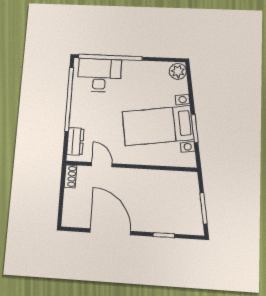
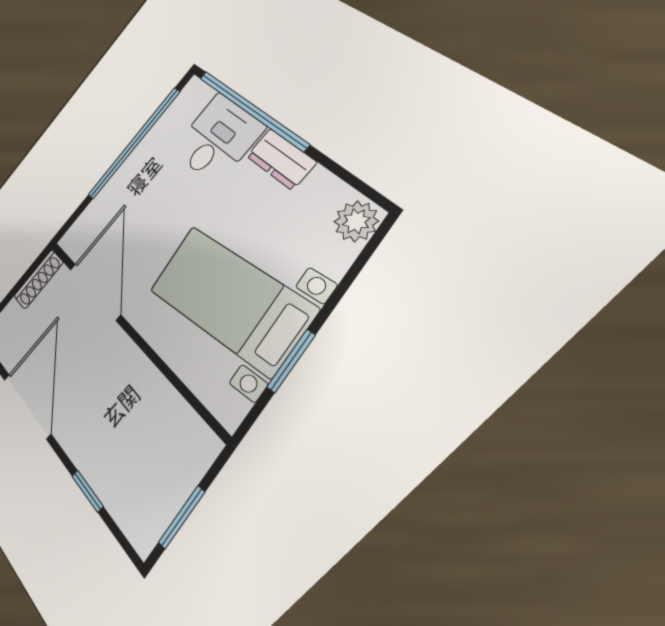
desk: (99, 75) -> (217, 139), width x0.73
dresser: (75, 141) -> (281, 159), moved, turned 90
door: (102, 165) -> (95, 292), width x1.87
shoe rack: (70, 176) -> (38, 279), width x1.43

